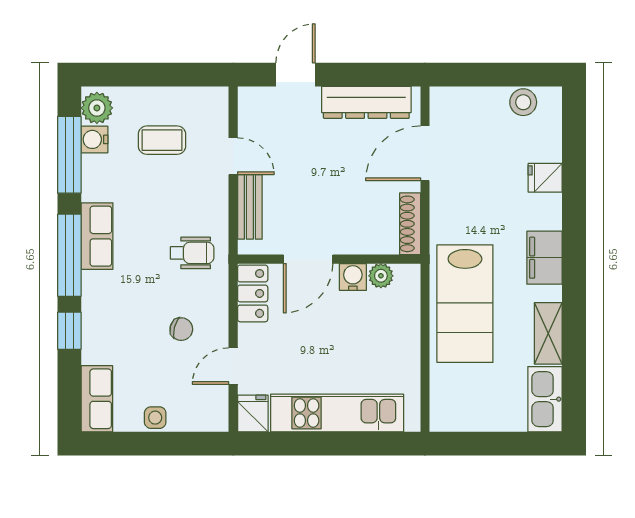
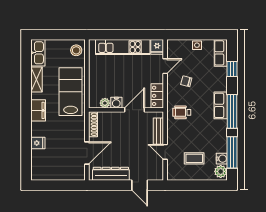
door: (295, 75) -> (140, 185), hinge flipped
stool: (523, 102) -> (76, 50), moved
row of seats: (97, 236) -> (221, 105), moved
window: (69, 331) -> (232, 69), moved

